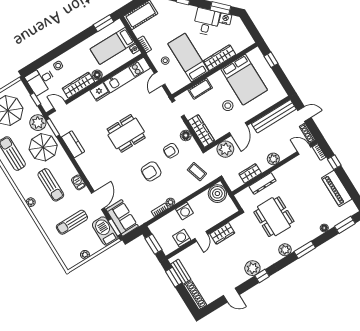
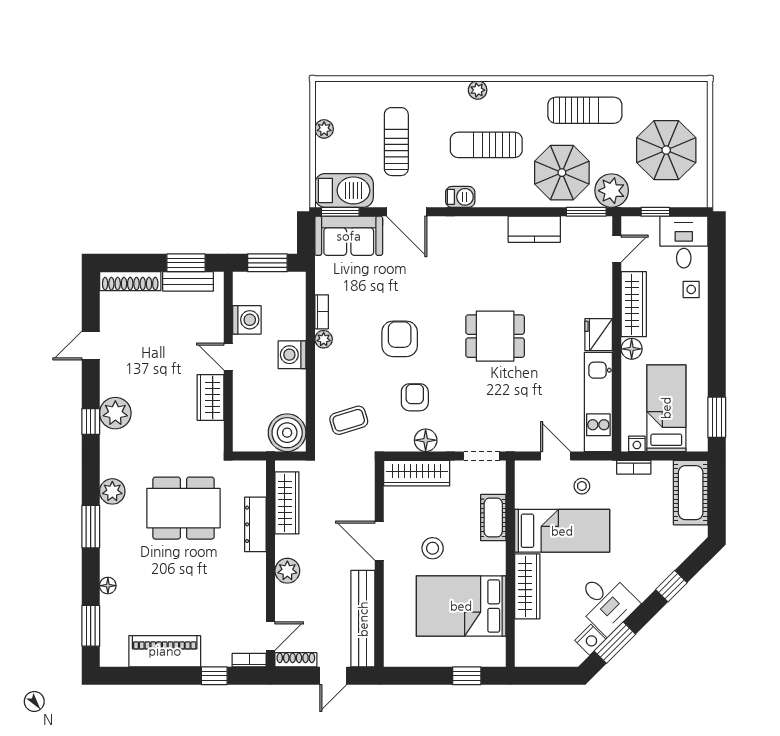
dining table: (126, 133) -> (495, 336), width x0.73
plant: (225, 149) -> (358, 496), removed
wardrobe: (250, 173) -> (287, 503), width x1.50

